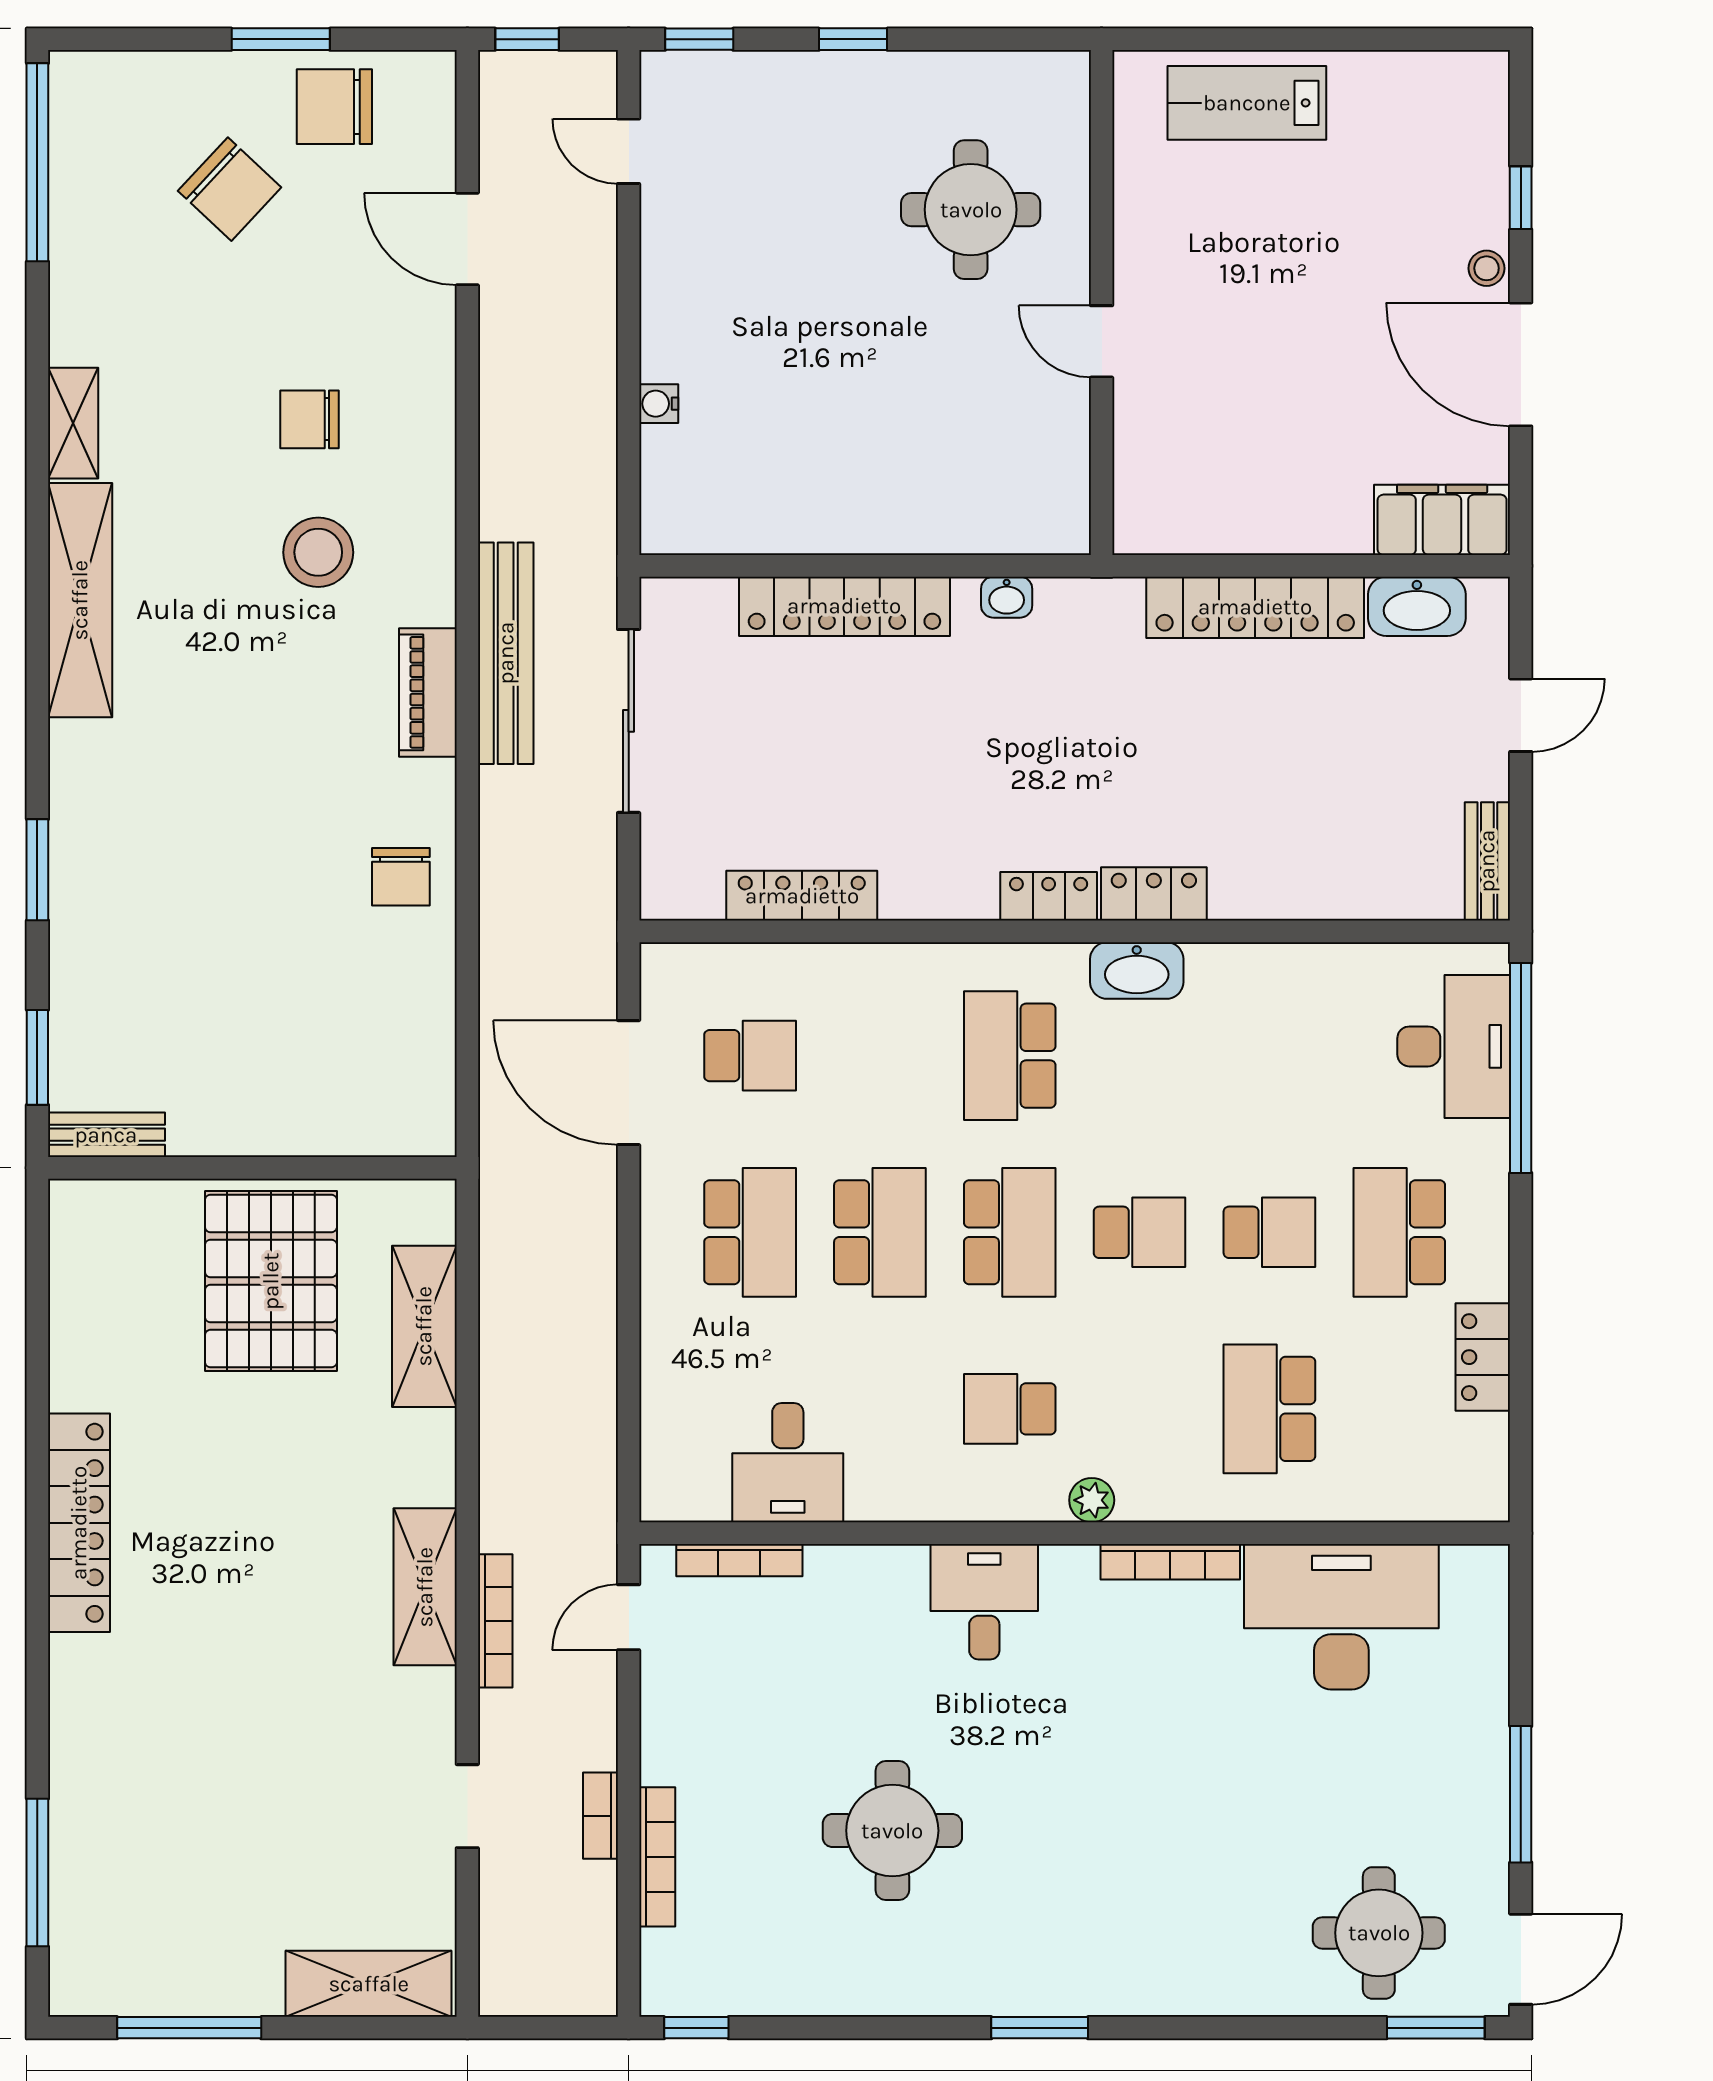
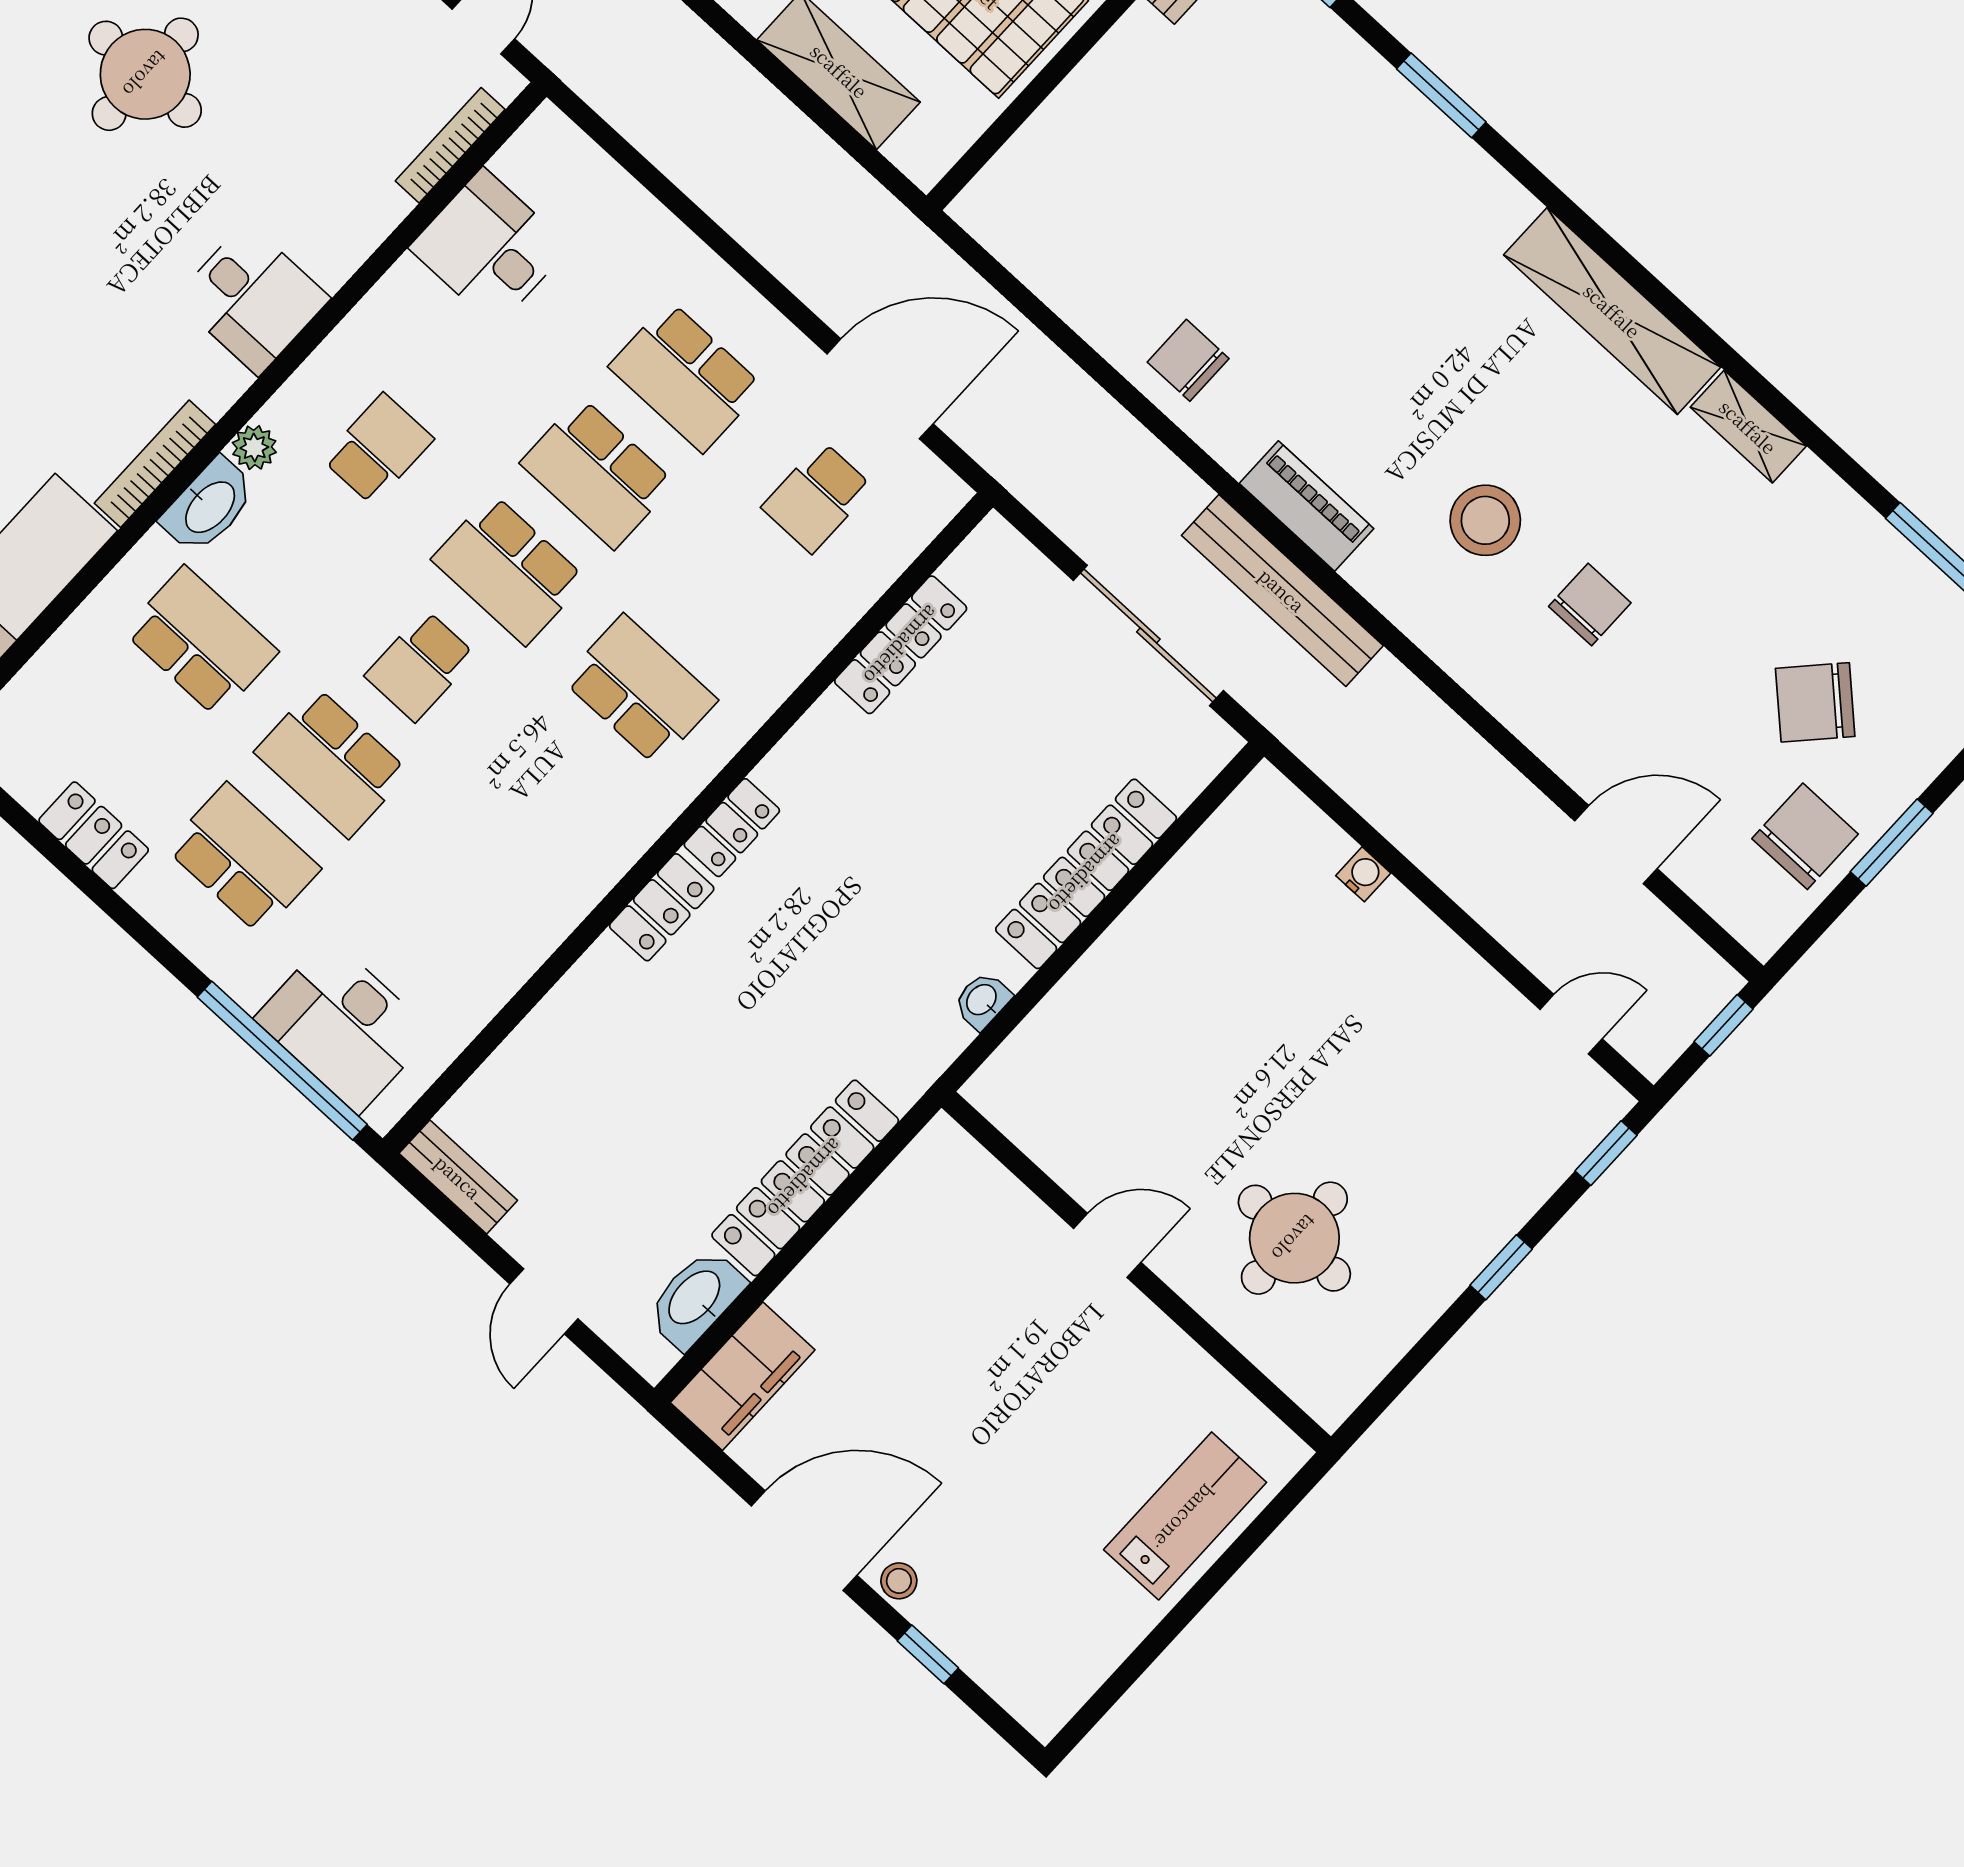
washbasin: (1137, 971) -> (209, 506), moved, turned 180
school desk: (1269, 1232) -> (332, 762), width x1.85

